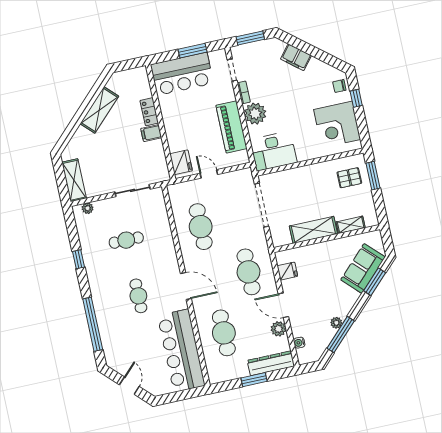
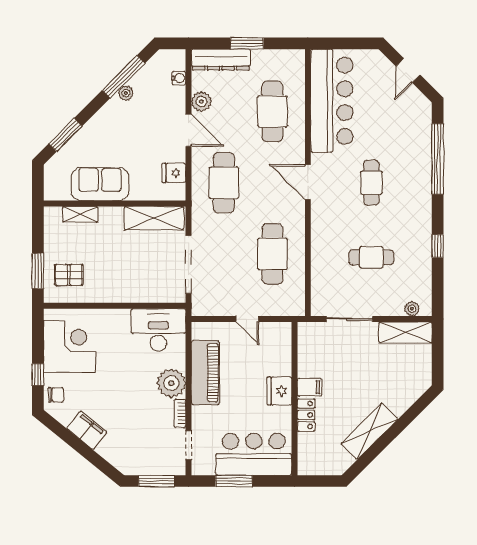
filing cabinet: (296, 57) -> (87, 430), moved
fridge: (181, 162) -> (280, 391), moved
shelving: (74, 180) -> (405, 333), moved, turned 90
shelving: (313, 230) -> (154, 218), moved
sofa: (363, 268) -> (100, 184), moved, turned -135

